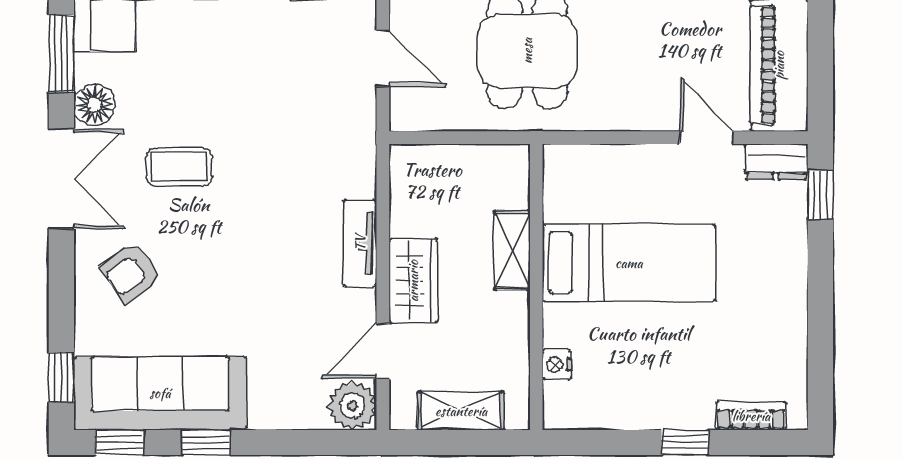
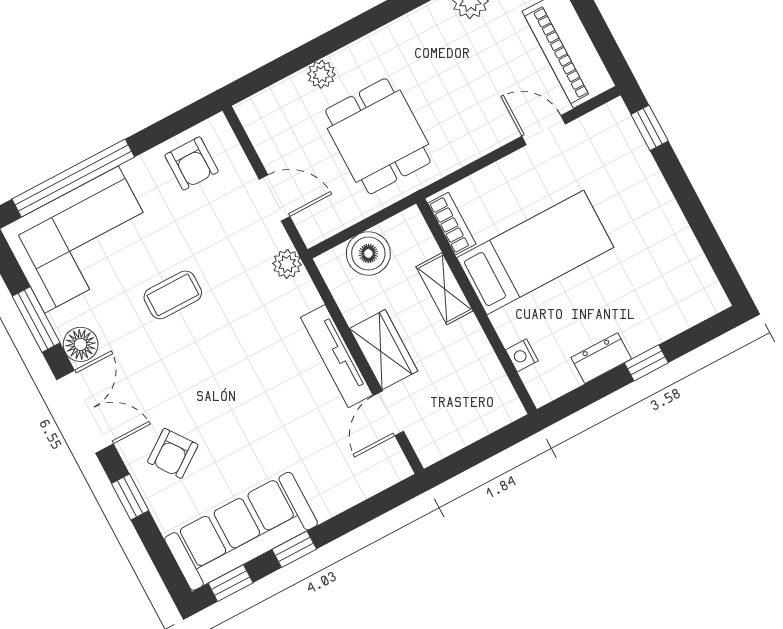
dresser: (776, 162) -> (601, 358), moved, turned 180
coffee table: (179, 167) -> (173, 295), moved
boiler: (451, 170) -> (368, 254), added
tv unit: (360, 243) -> (337, 356), width x1.41
window: (61, 377) -> (130, 497), moved
plant: (352, 406) -> (287, 264), moved, width x0.73, depth x0.73
shelving: (461, 411) -> (469, 427), removed
bookcase: (751, 416) -> (452, 224), moved, turned 90

